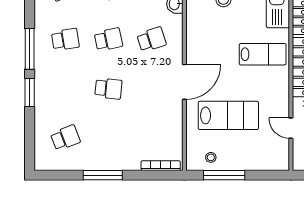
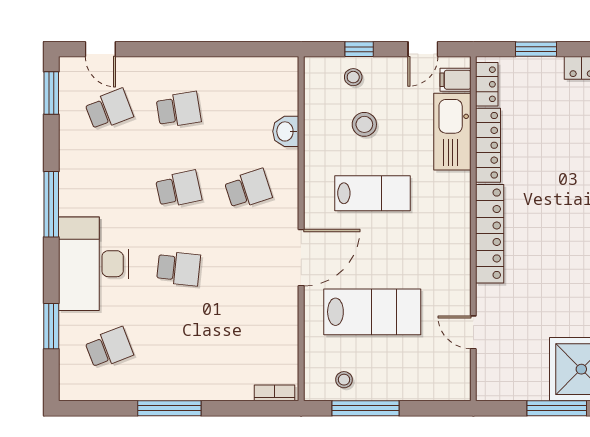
school desk: (65, 39) -> (109, 189), removed
lab bench: (263, 54) -> (372, 193), moved
desk: (56, 86) -> (94, 264), added
window: (30, 92) -> (51, 326), moved
bookcase: (161, 166) -> (274, 393), width x0.64

